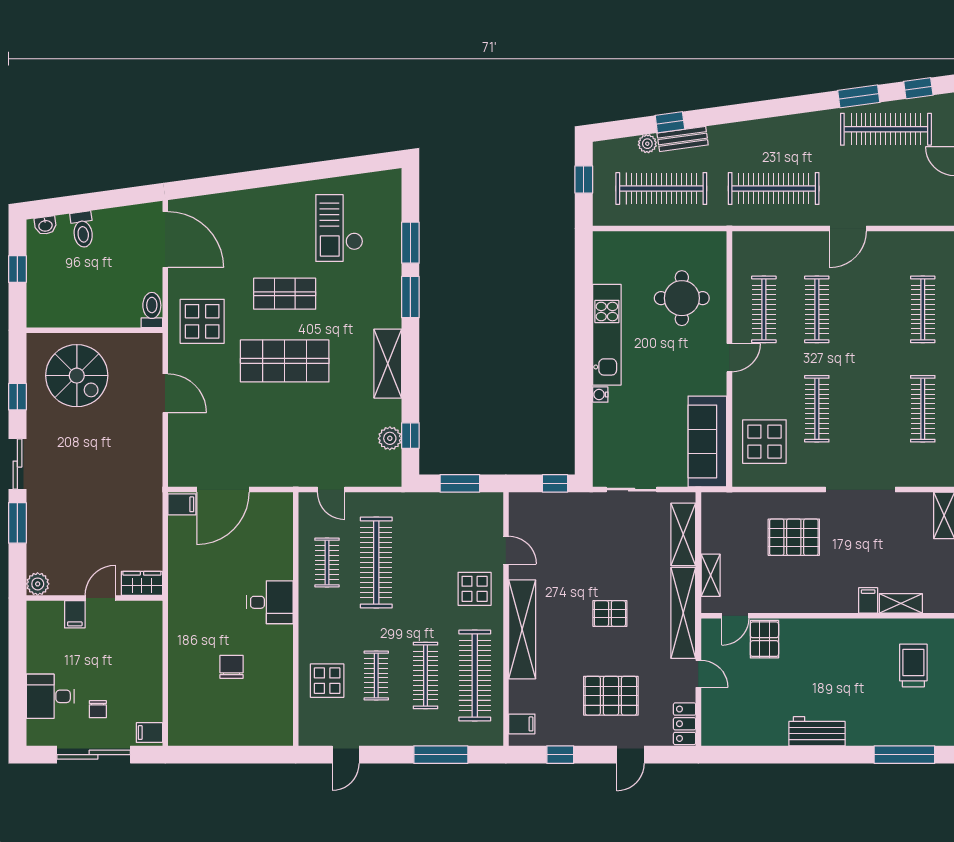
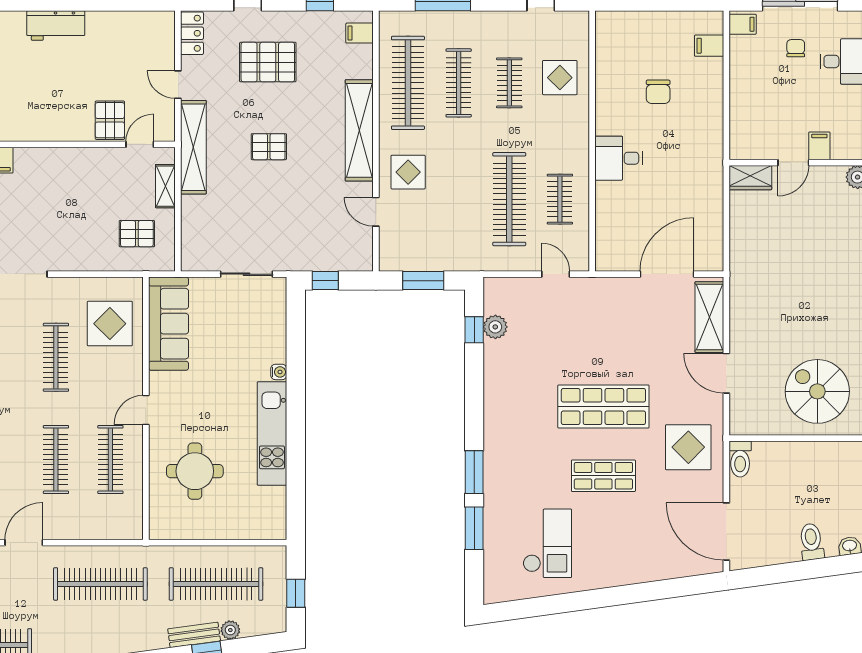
shelving: (388, 364) -> (709, 317), moved
filing cabinet: (182, 504) -> (709, 46), moved
shelving: (683, 534) -> (193, 228), removed
pallet: (794, 537) -> (137, 234), moved, width x0.67, depth x0.71

